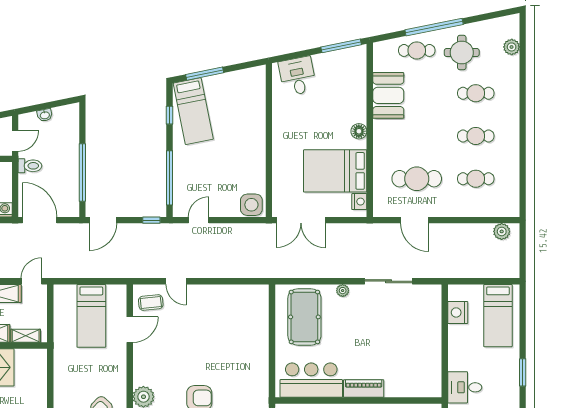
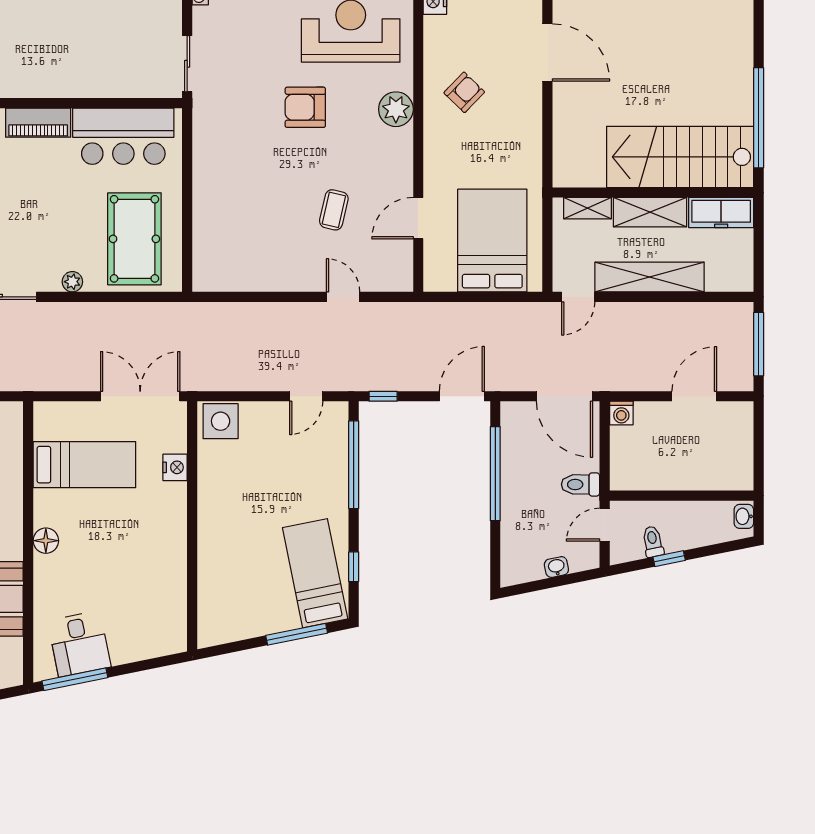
desk: (298, 76) -> (79, 644), moved
bed: (335, 171) -> (84, 465), width x0.67
nightstand: (359, 202) -> (175, 467), moved, turned 180
coffee table: (151, 303) -> (334, 210), moved, turned -71
bed: (91, 316) -> (492, 241), width x1.50

